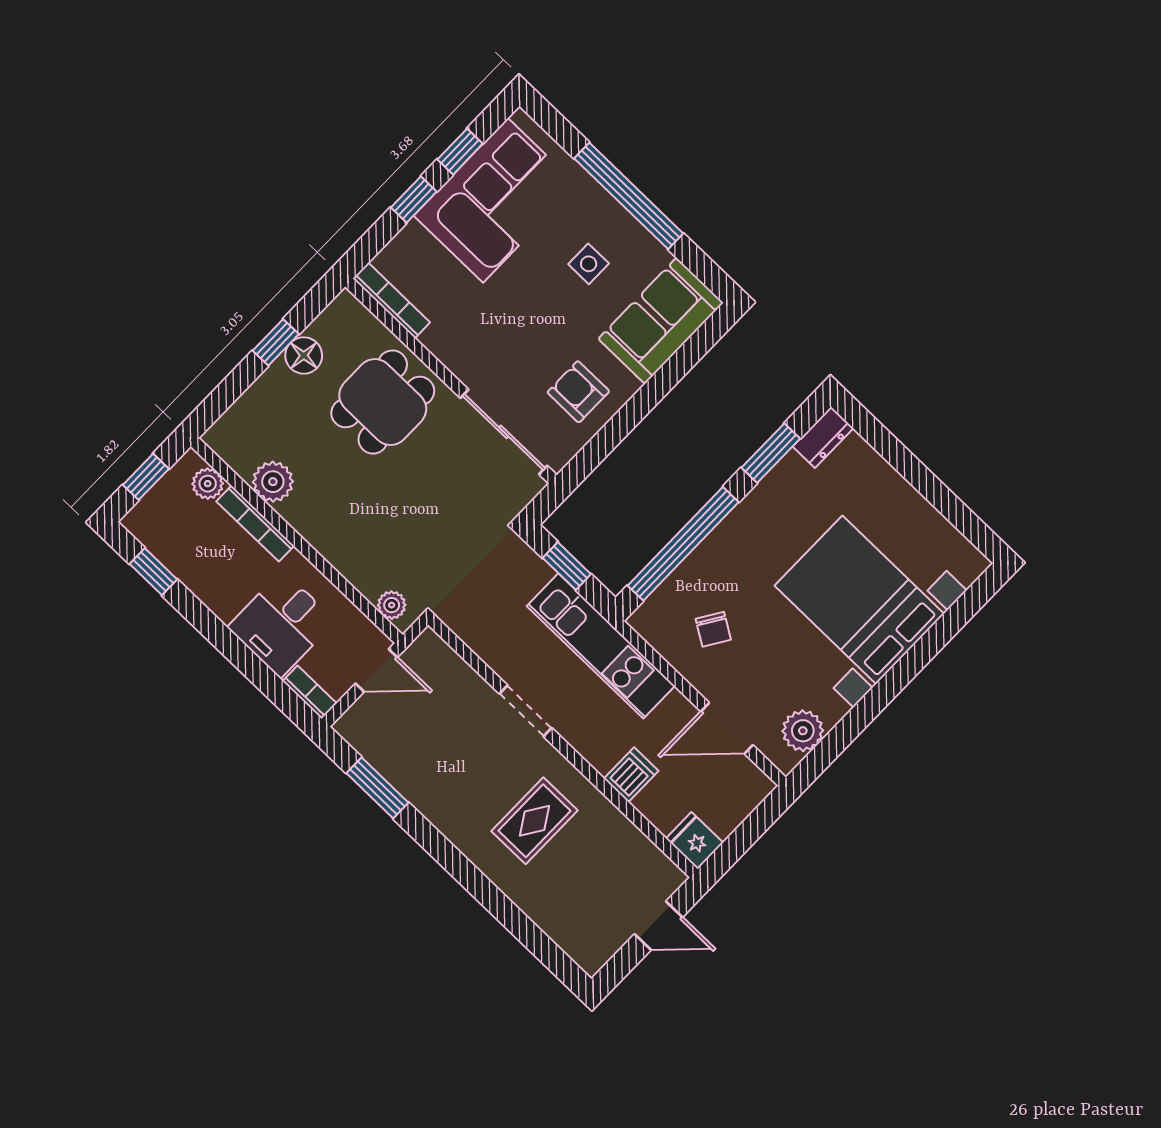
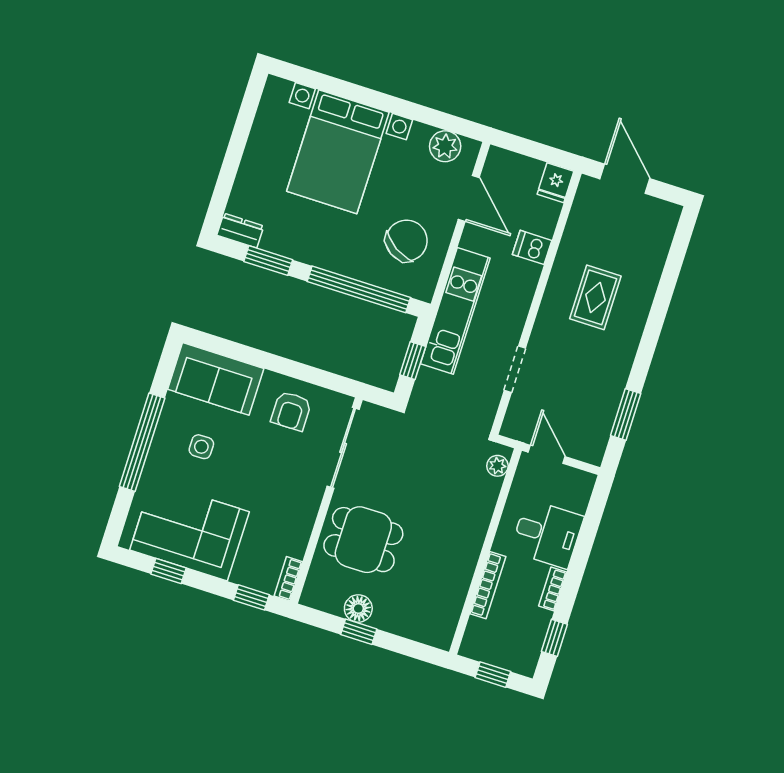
window: (414, 199) -> (251, 597), moved
bookcase: (391, 300) -> (288, 579), width x0.64
plant: (273, 482) -> (454, 587), removed
plant: (208, 484) -> (477, 631), removed
chair: (713, 629) -> (406, 241), width x1.87, depth x1.87
bookcase: (310, 692) -> (553, 589), moved
doorway: (526, 711) -> (515, 369), moved
rug: (534, 821) -> (595, 297), turned 90
door: (658, 926) -> (625, 179), width x1.38

